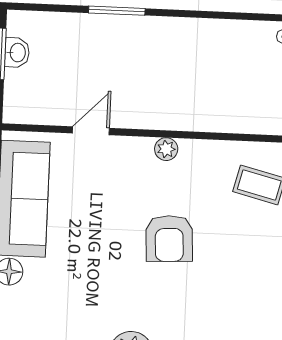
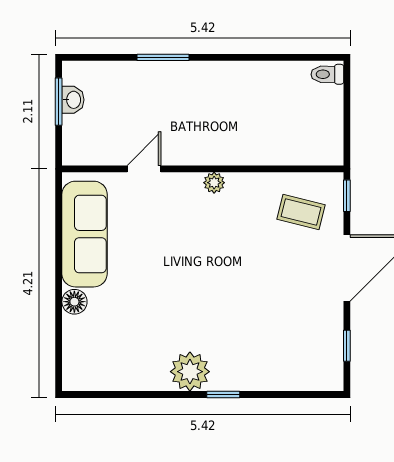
armchair: (169, 239) -> (220, 265), removed

